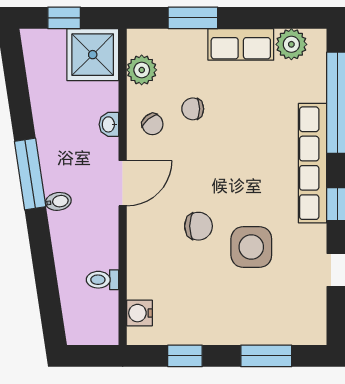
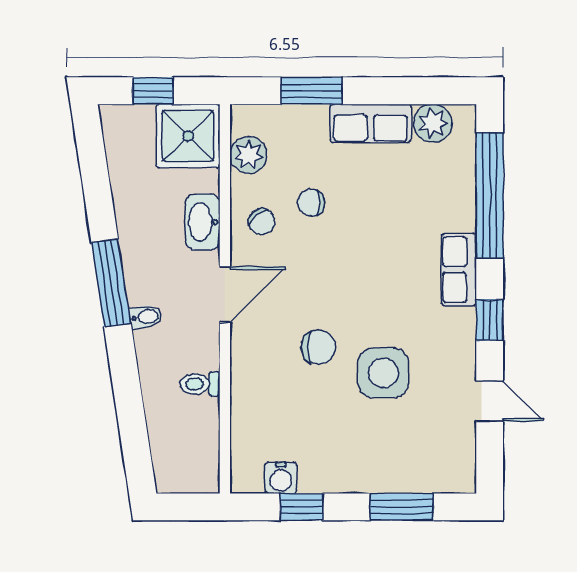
washbasin: (109, 124) -> (203, 222), width x1.91, depth x1.45
row of seats: (313, 163) -> (459, 270), width x0.50
toilet: (102, 280) -> (200, 384), moved
water cooler: (140, 313) -> (281, 478), moved, turned -90

